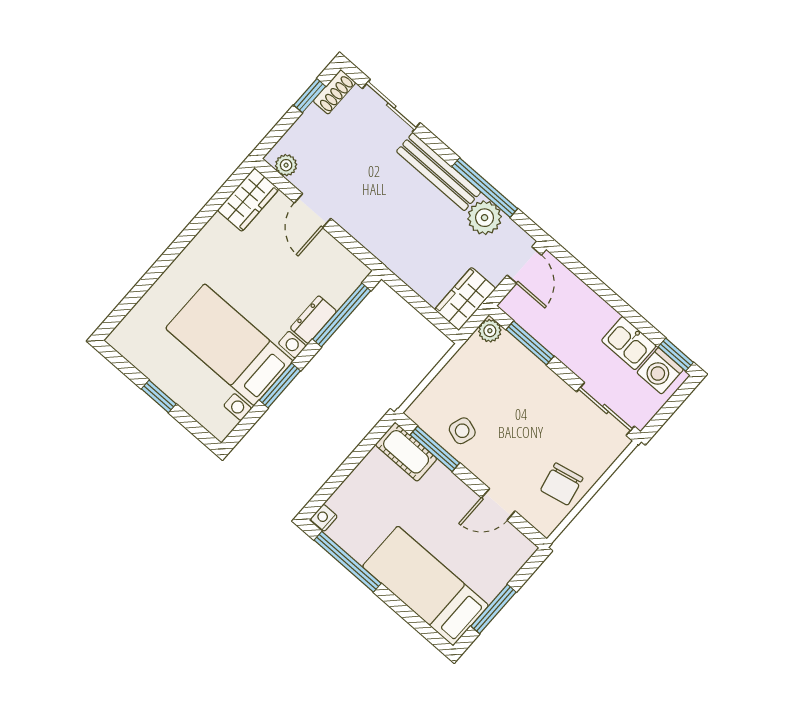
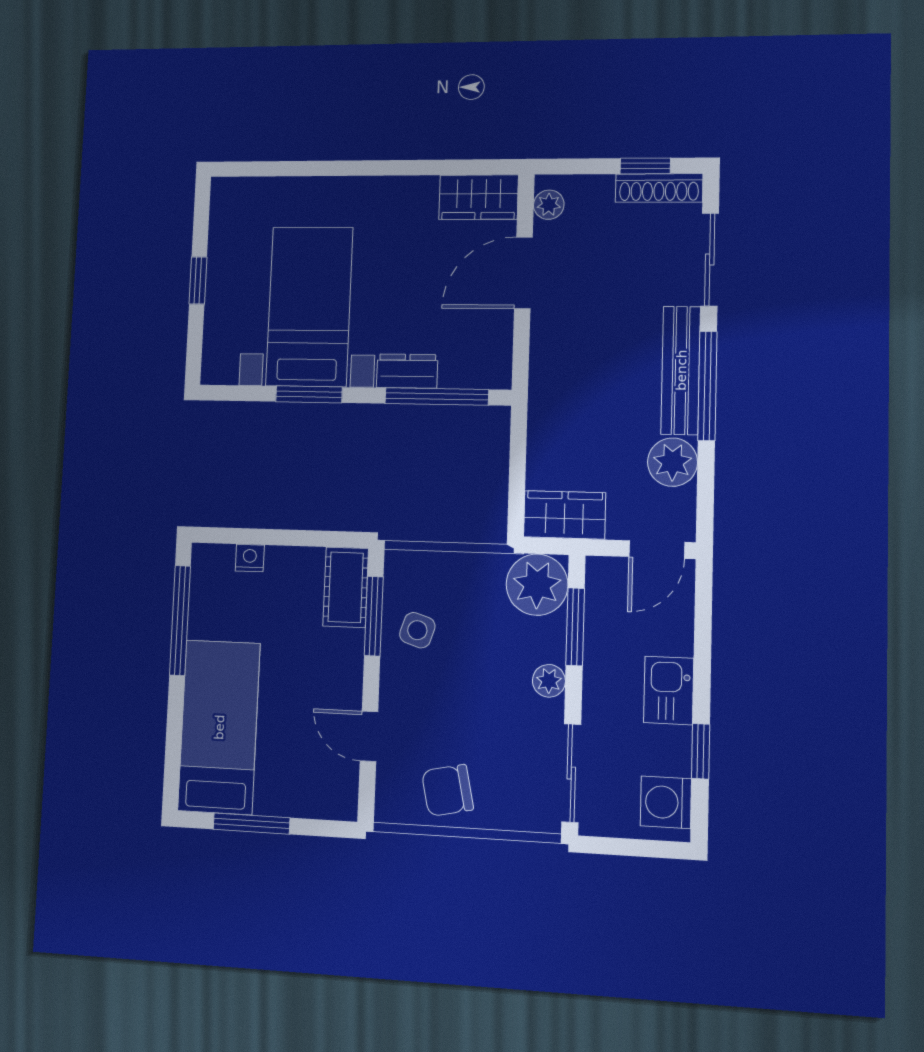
shoe rack: (334, 92) -> (659, 188), width x1.43
window: (485, 188) -> (707, 386), moved
door: (313, 211) -> (523, 273), width x1.38
plant: (490, 331) -> (537, 585), width x1.88, depth x1.88
kitchen sink: (629, 343) -> (669, 690), moved
window: (676, 355) -> (701, 751), moved
plant: (547, 381) -> (549, 681), added
nightstand: (324, 518) -> (250, 558), moved

